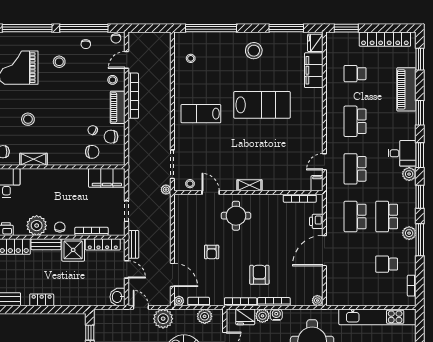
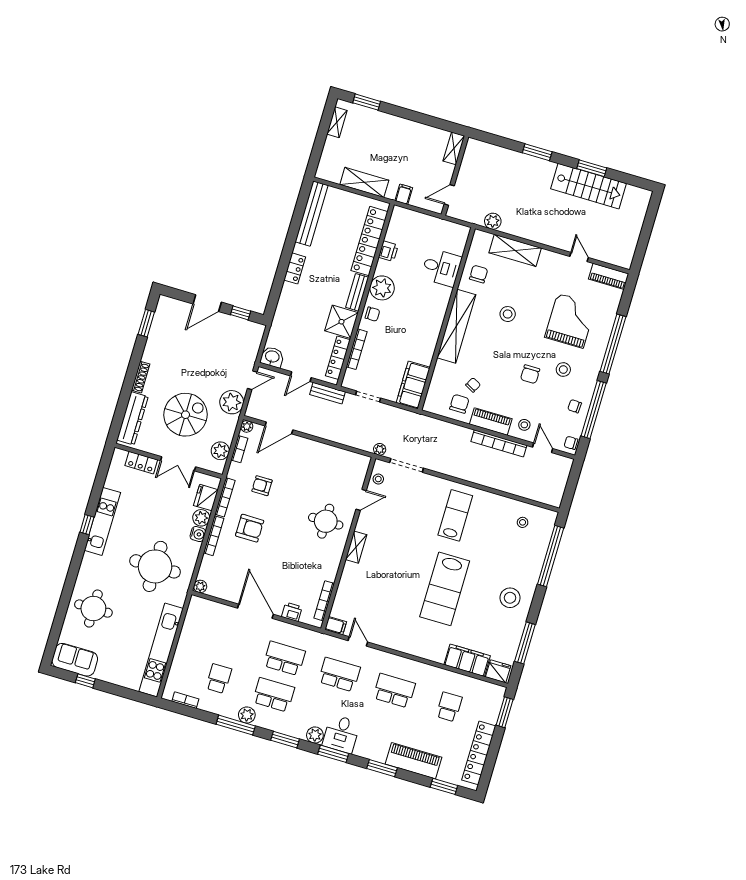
chair: (92, 152) -> (530, 374), moved
shelving: (34, 159) -> (456, 326), width x2.20, depth x1.33
armchair: (212, 252) -> (262, 486), moved

